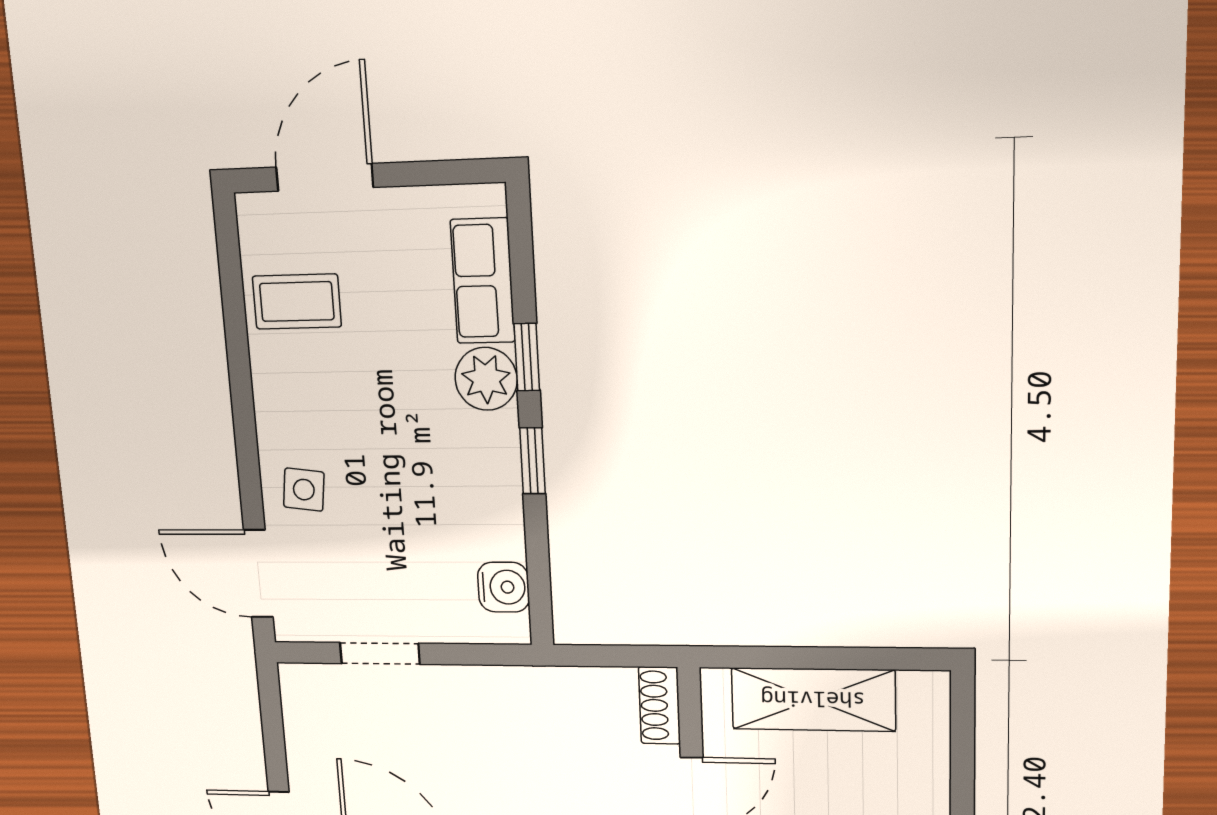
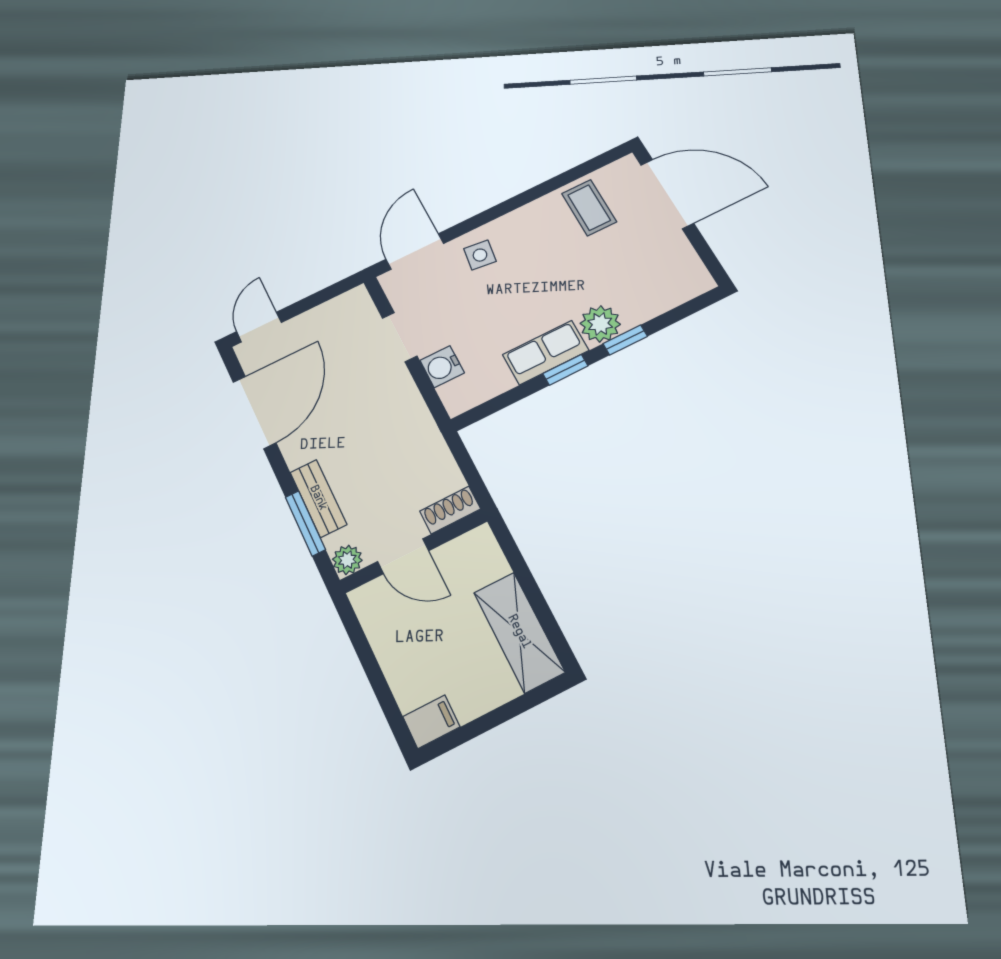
door: (325, 177) -> (667, 194), width x1.36
row of seats: (483, 281) -> (546, 353), moved
water cooler: (503, 587) -> (442, 367), moved, turned 90
shelving: (813, 700) -> (519, 632), moved

